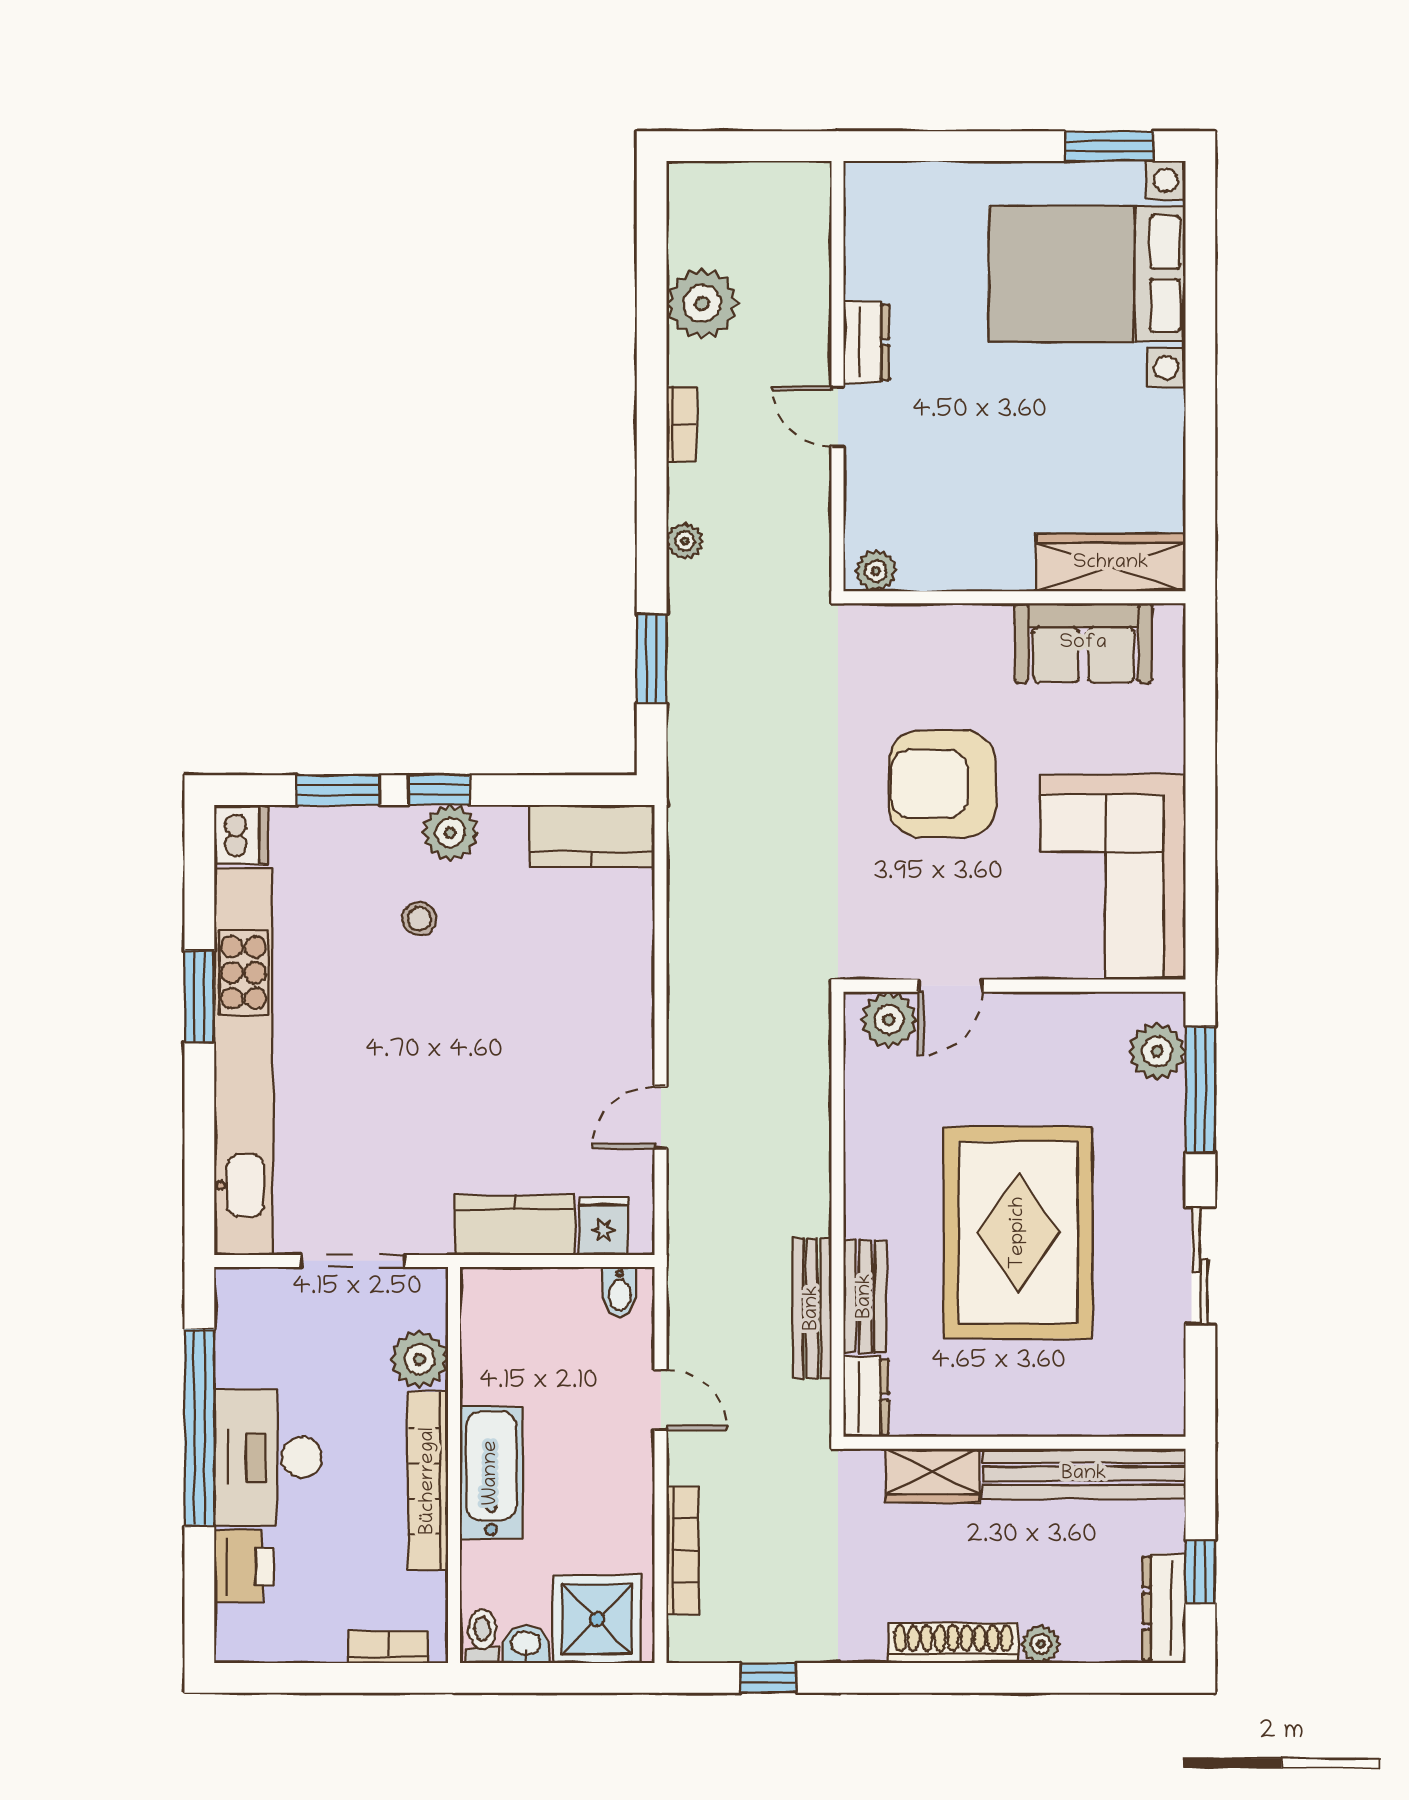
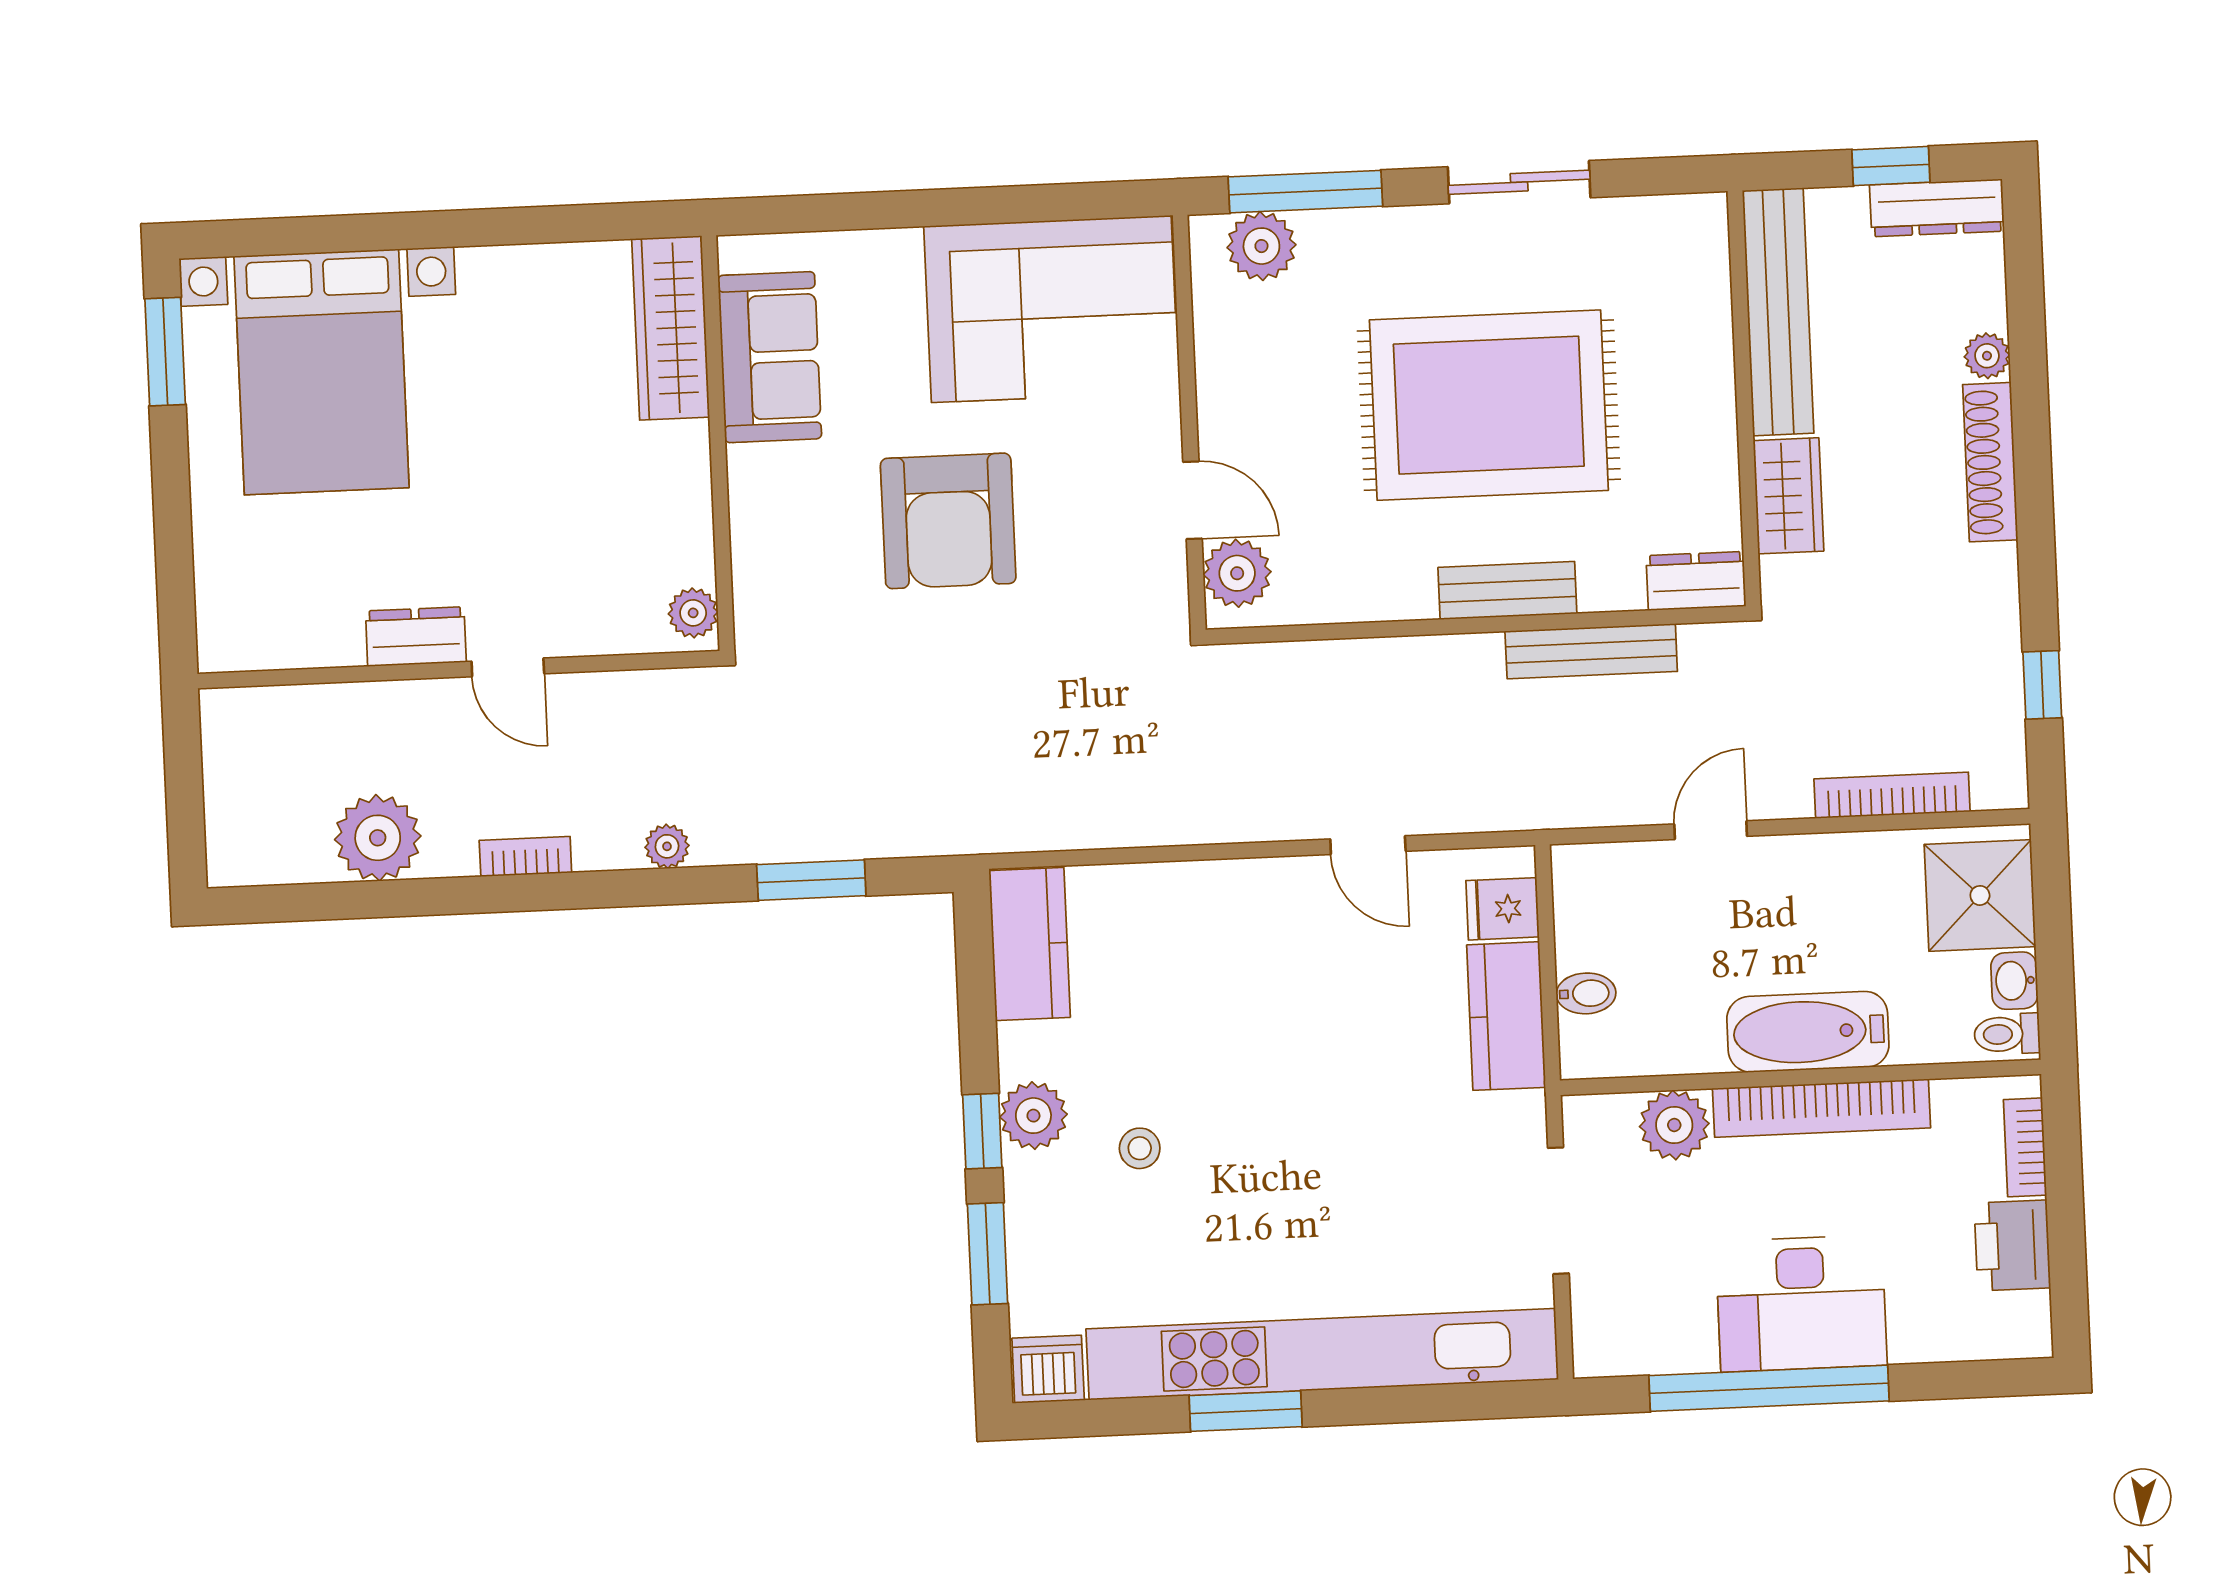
door: (838, 417) -> (508, 667), hinge flipped
bidet: (620, 1291) -> (1586, 993), moved
bench: (865, 1296) -> (1507, 591), moved
printer: (244, 1566) -> (2012, 1245), moved, turned -90

